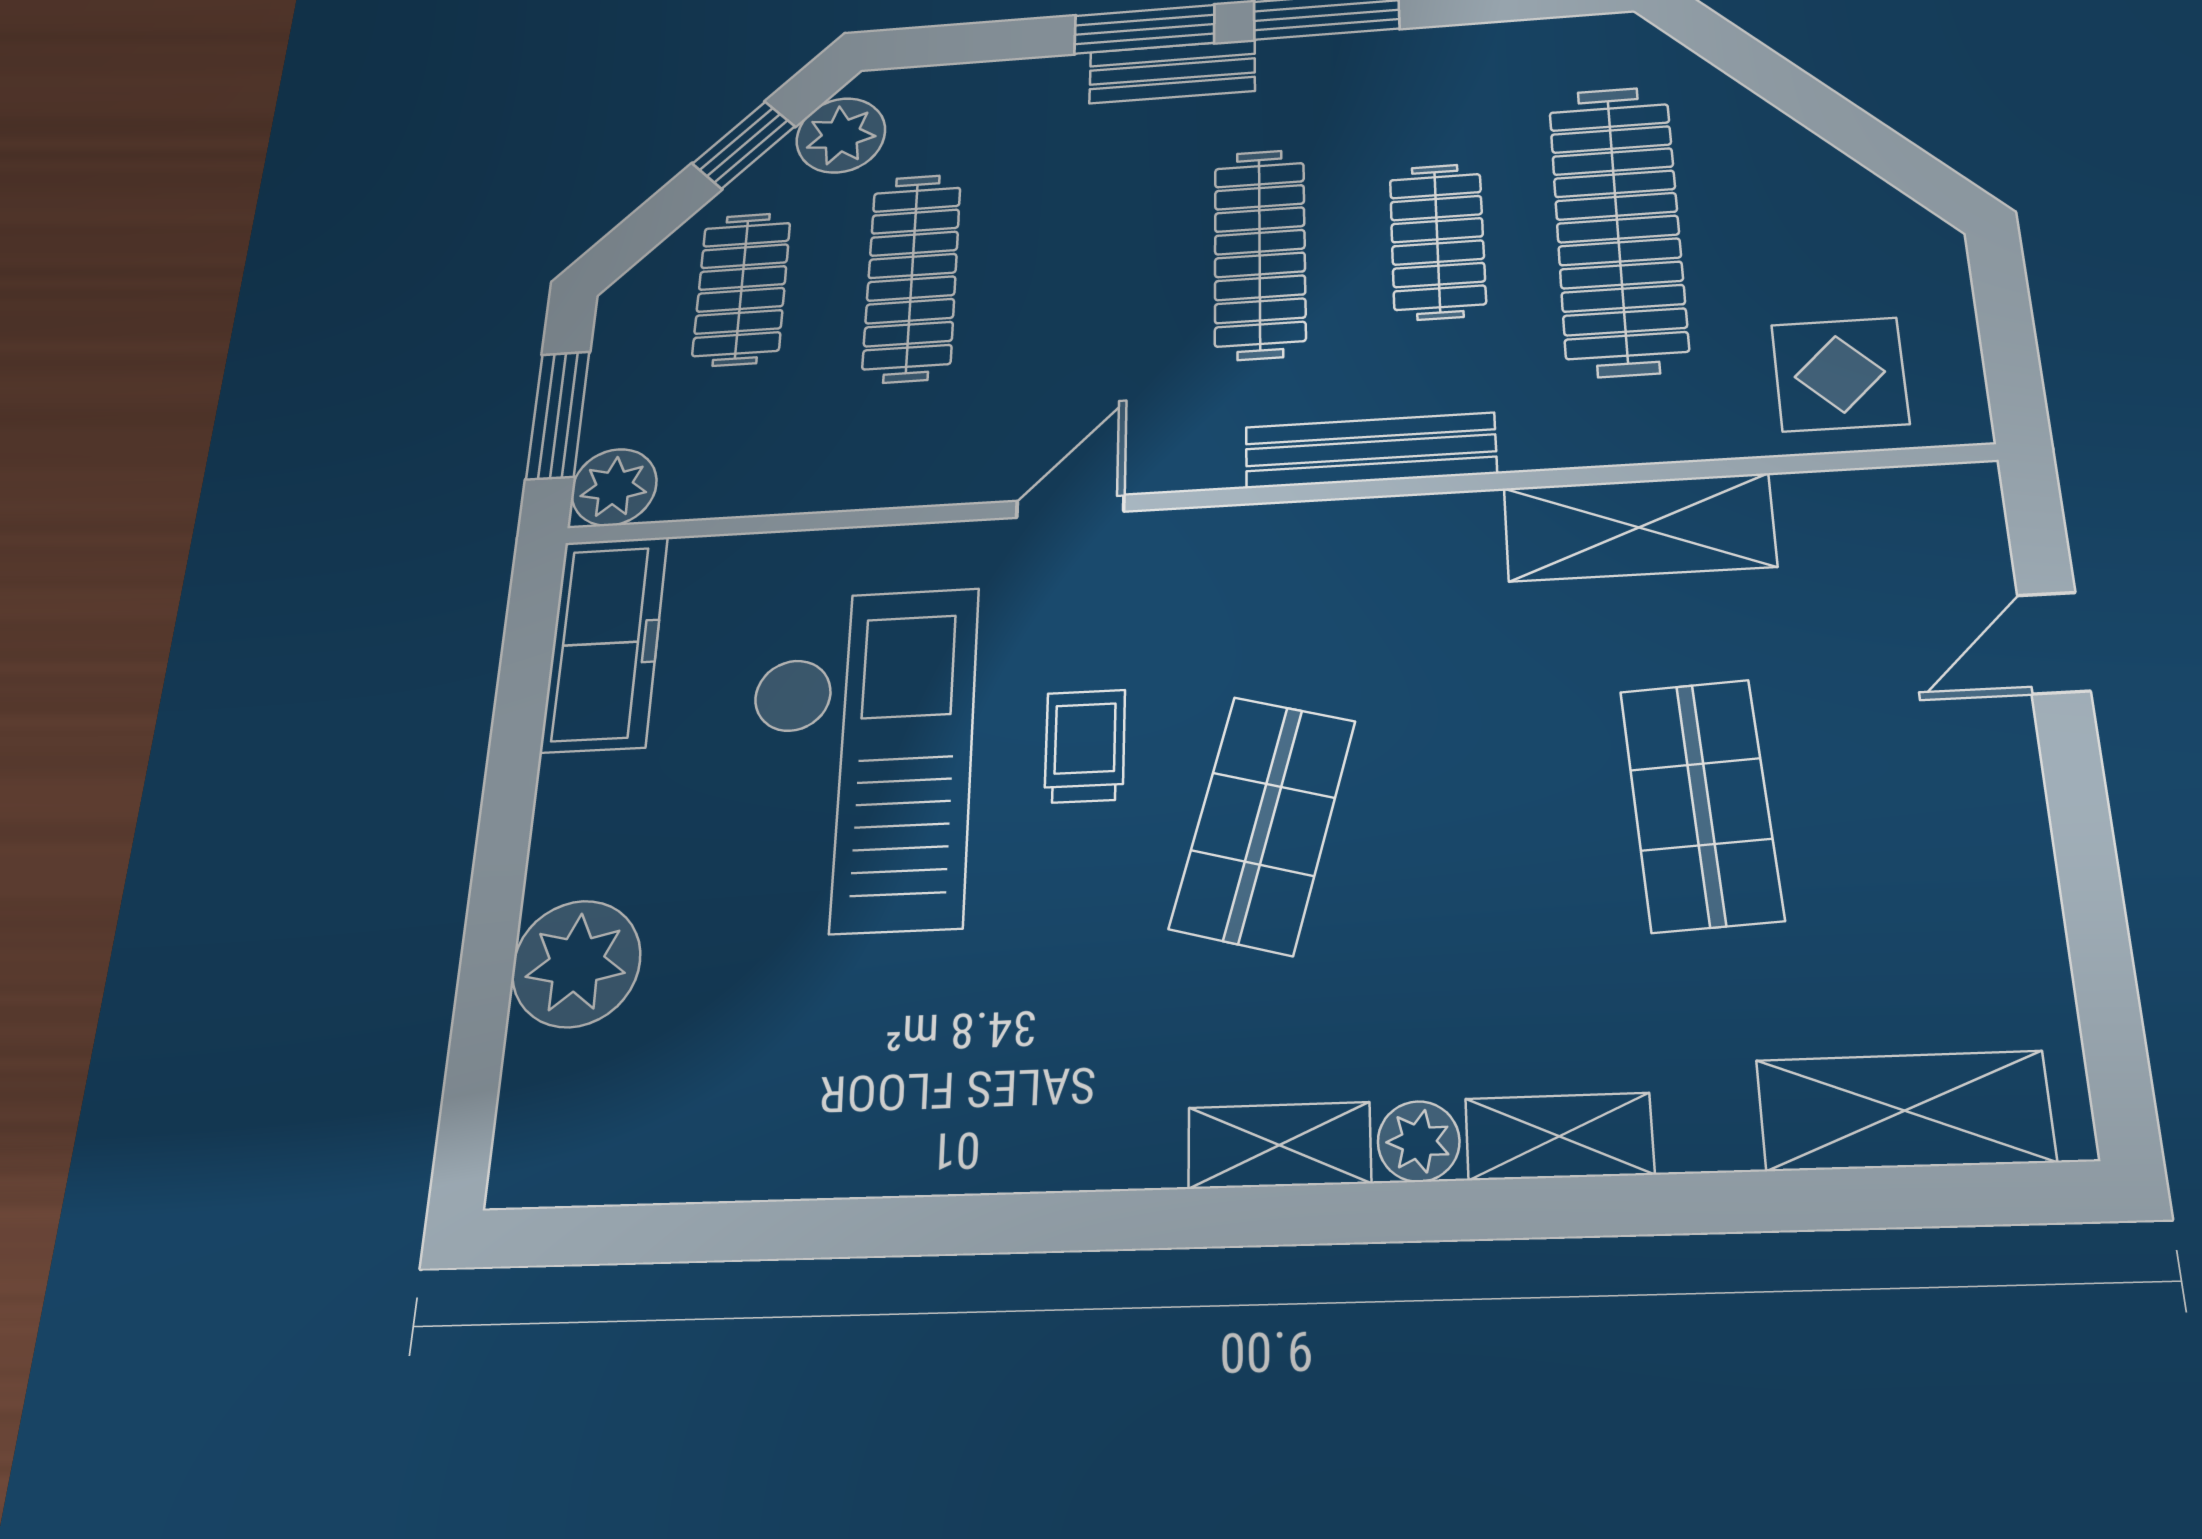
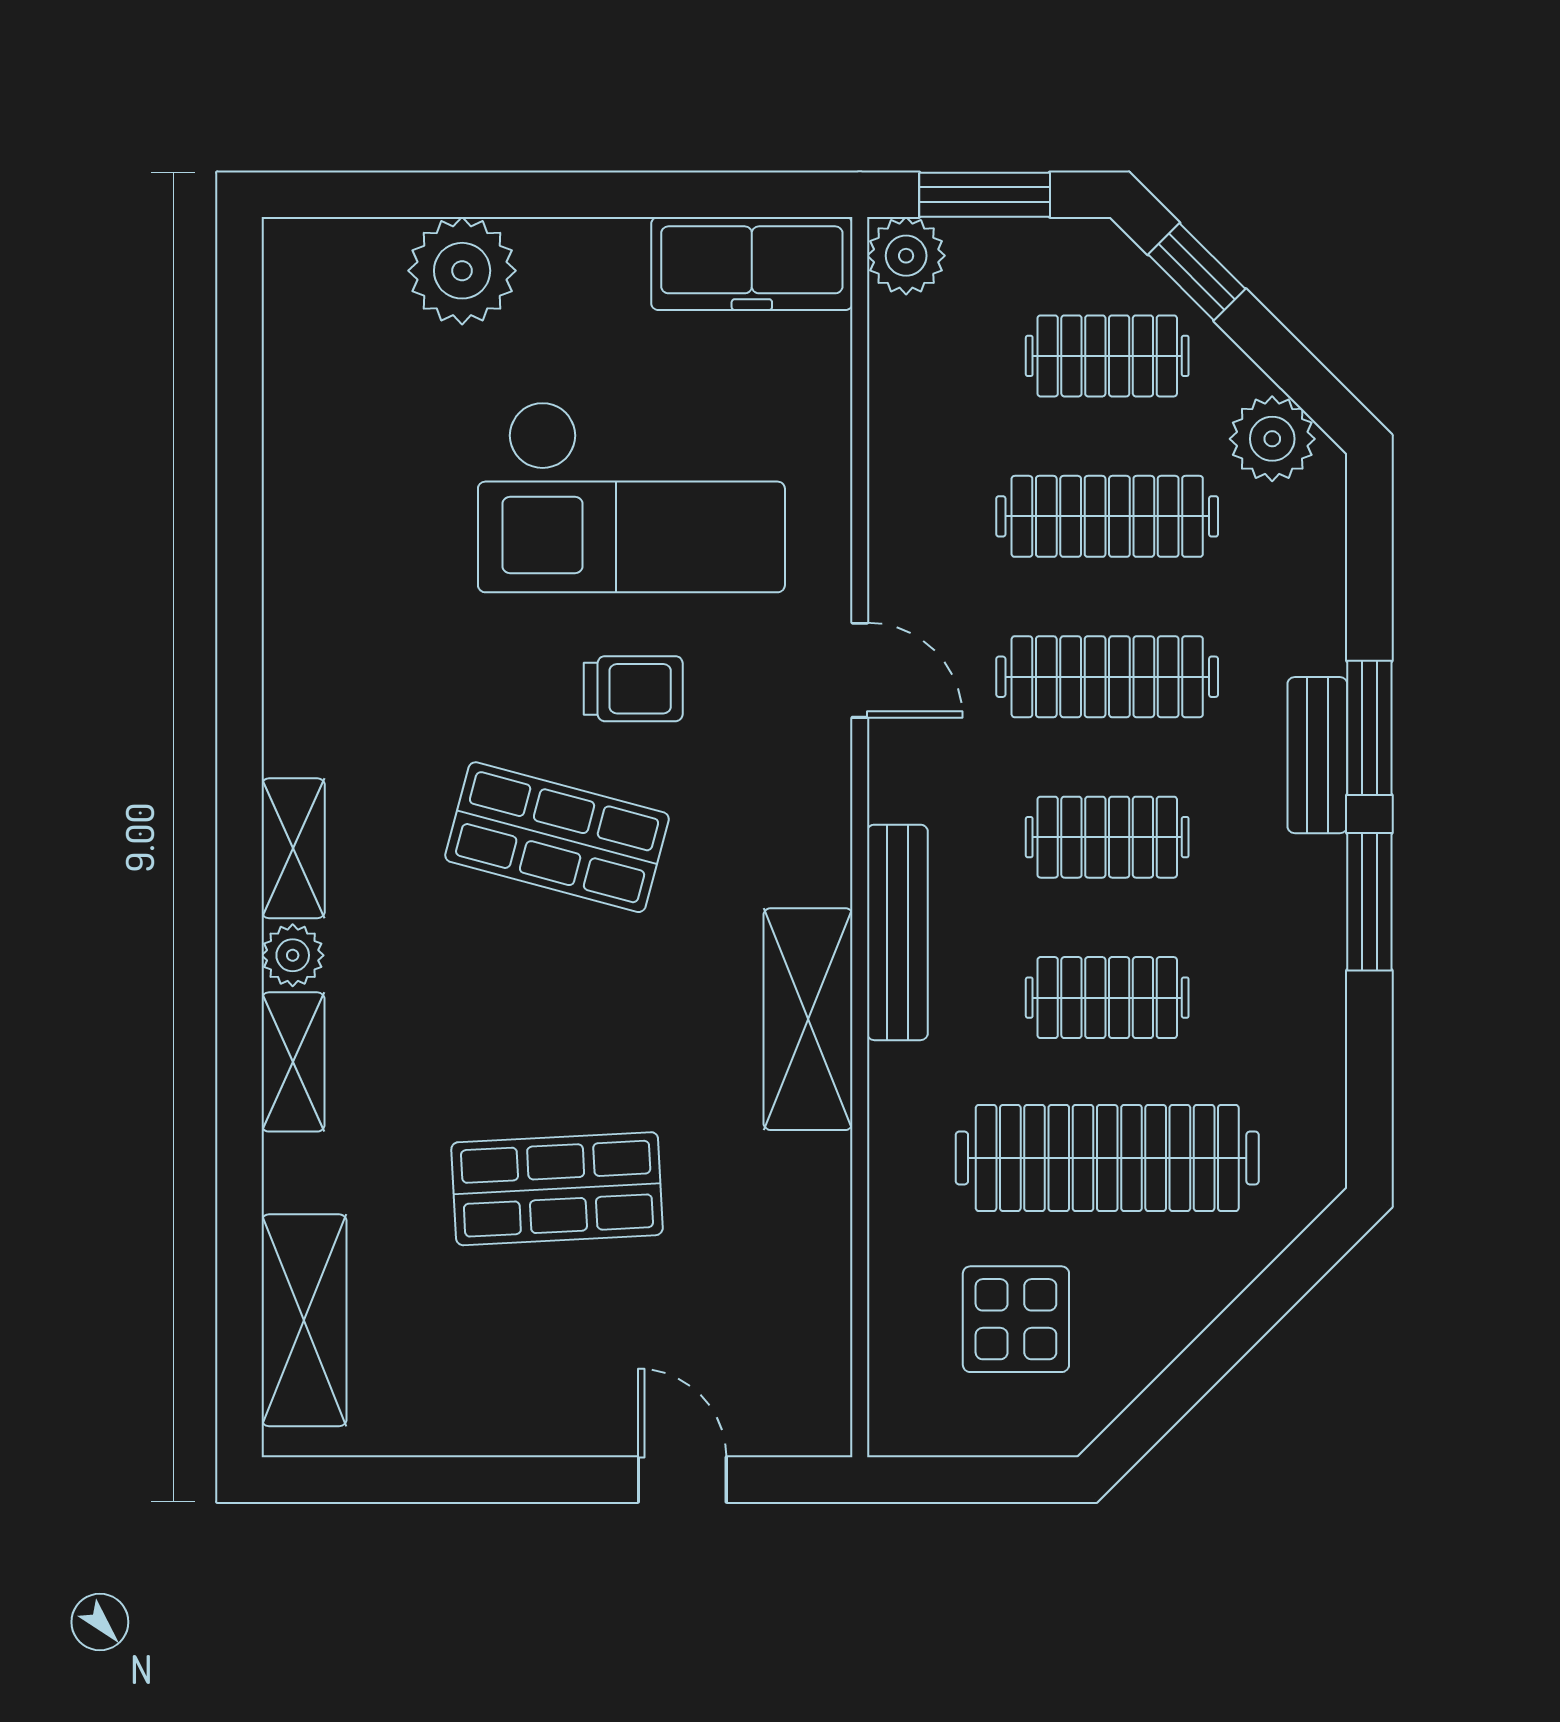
window: (744, 145) -> (1197, 272), moved
clothes rail: (1260, 254) -> (1107, 837), width x0.73
clothes rail: (1085, 266) -> (1107, 677), added
display table: (1840, 374) -> (1016, 1319), moved
shelving: (1639, 527) -> (808, 1019), moved

